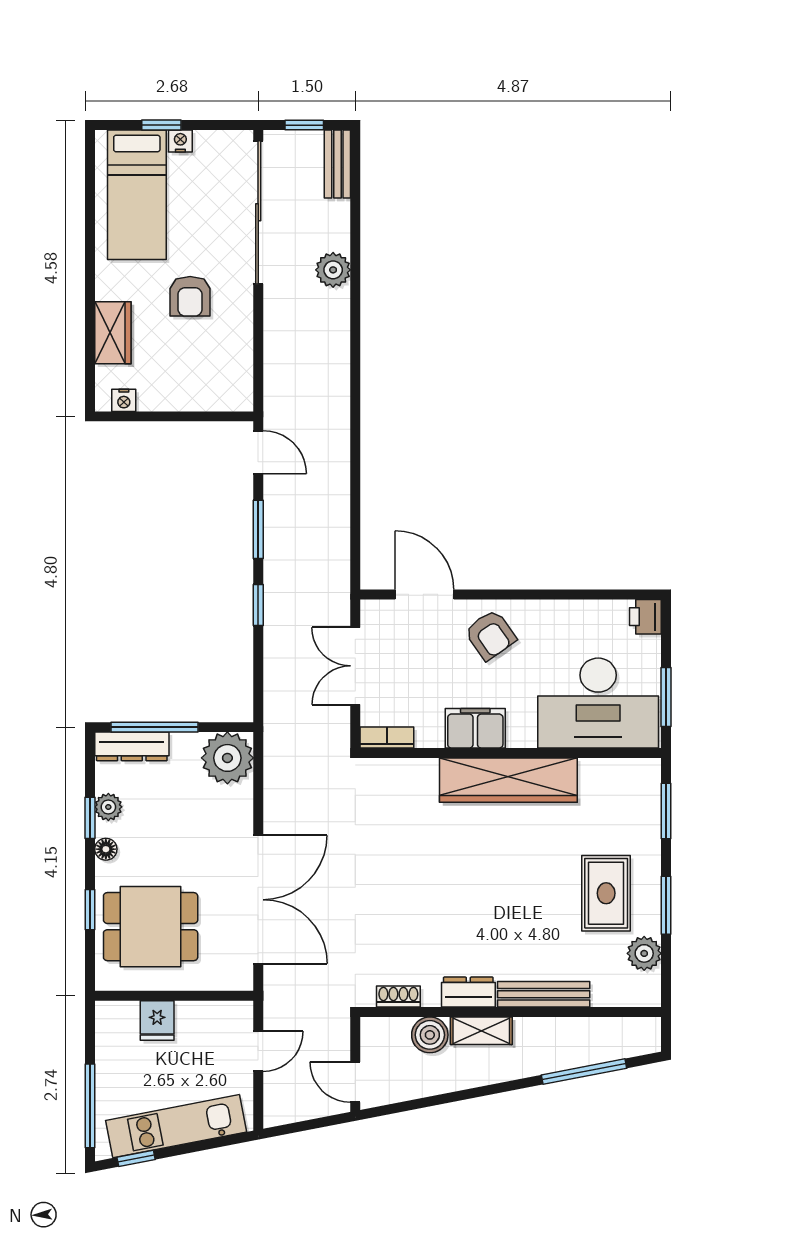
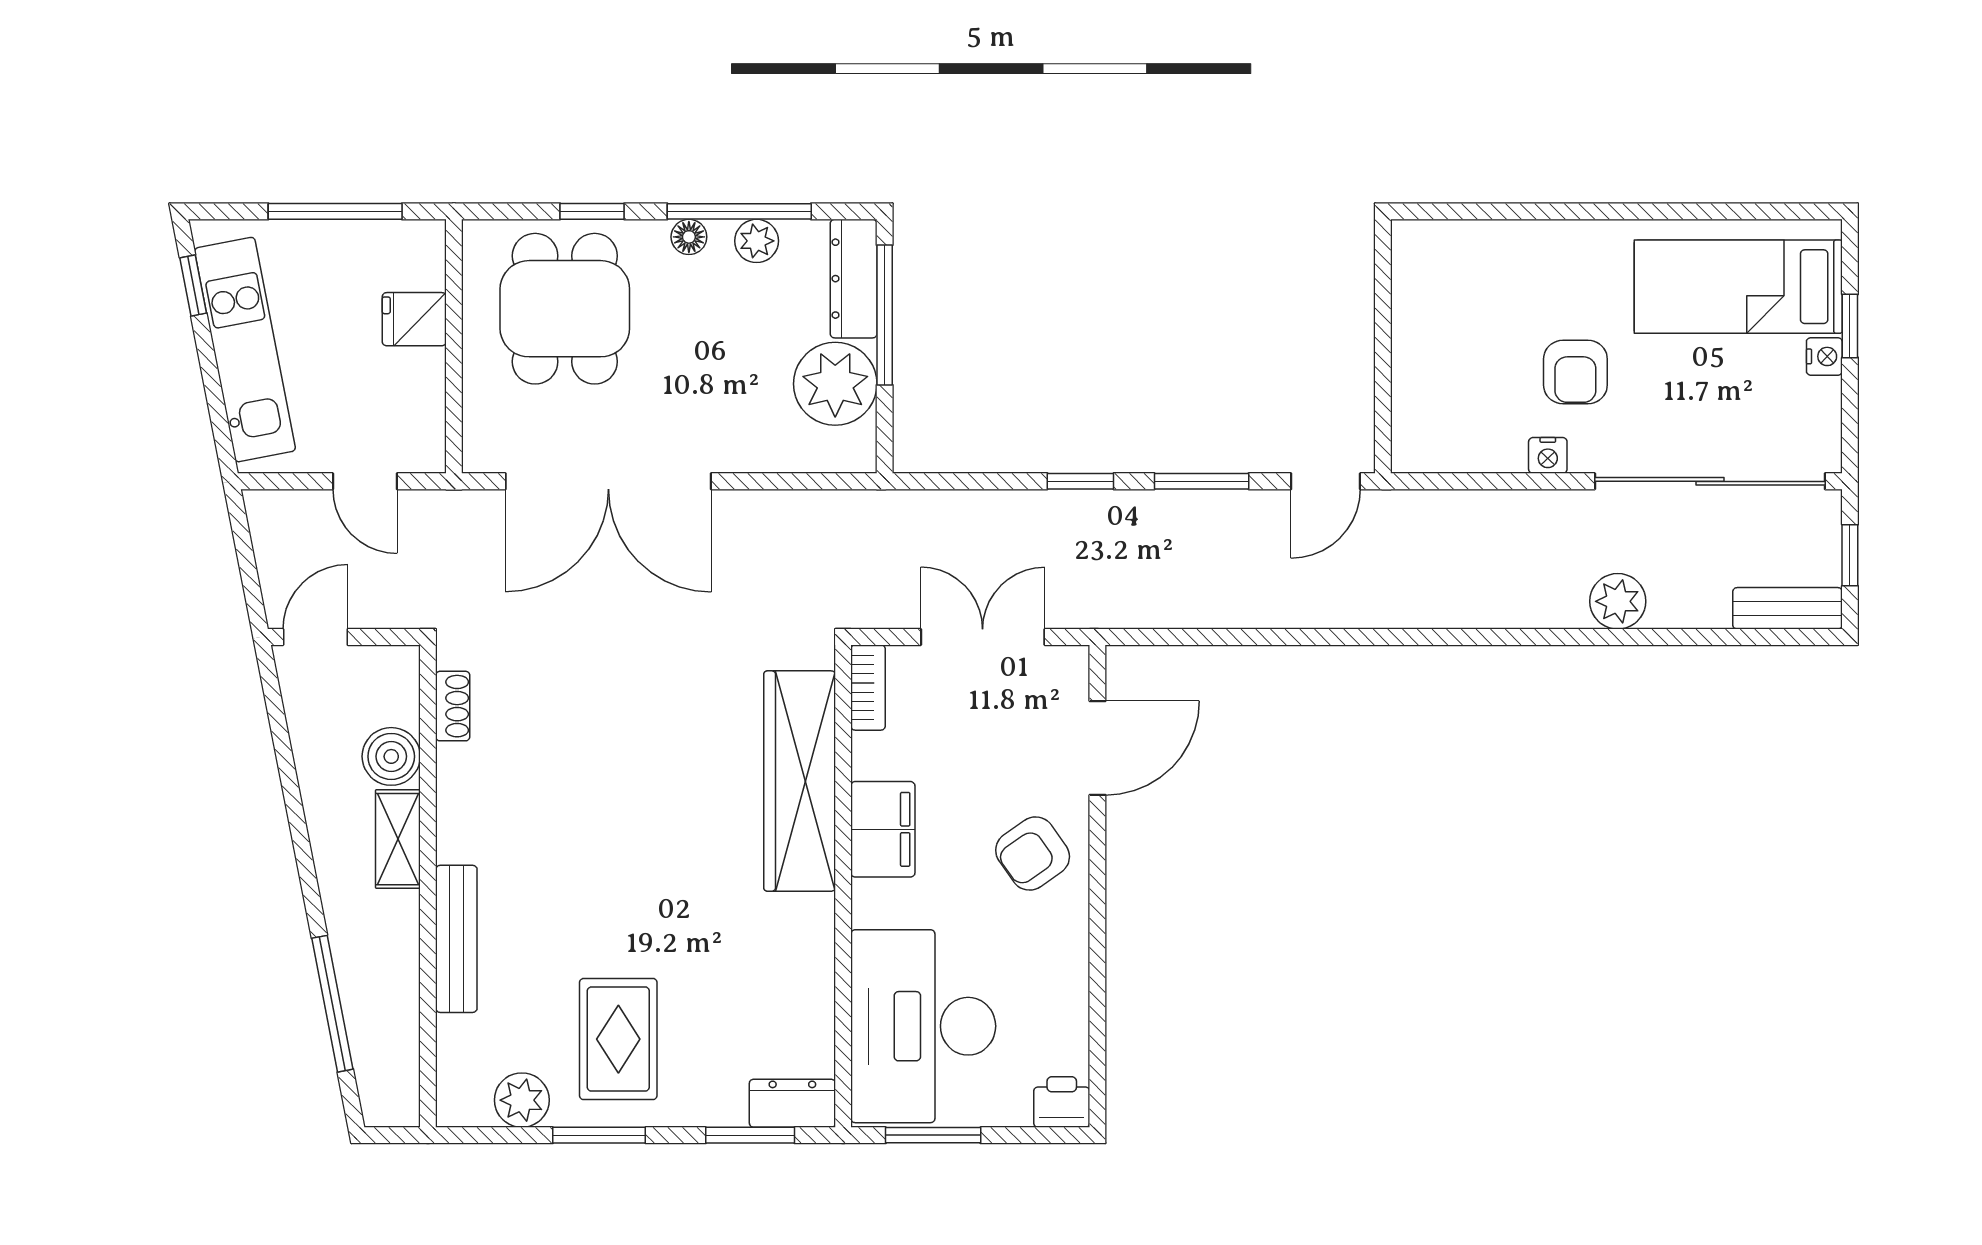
armchair: (190, 296) -> (1575, 372), turned -90
wardrobe: (113, 333) -> (1517, 248), removed
nightstand: (124, 400) -> (1548, 455), moved, turned -90
plant: (227, 758) -> (835, 384), moved
wardrobe: (508, 780) -> (800, 781), moved
window: (90, 818) -> (739, 211), width x2.17
rug: (606, 893) -> (618, 1039), turned 90
dresser: (468, 992) -> (792, 1103), moved, turned -90
window: (90, 1106) -> (335, 211), moved

